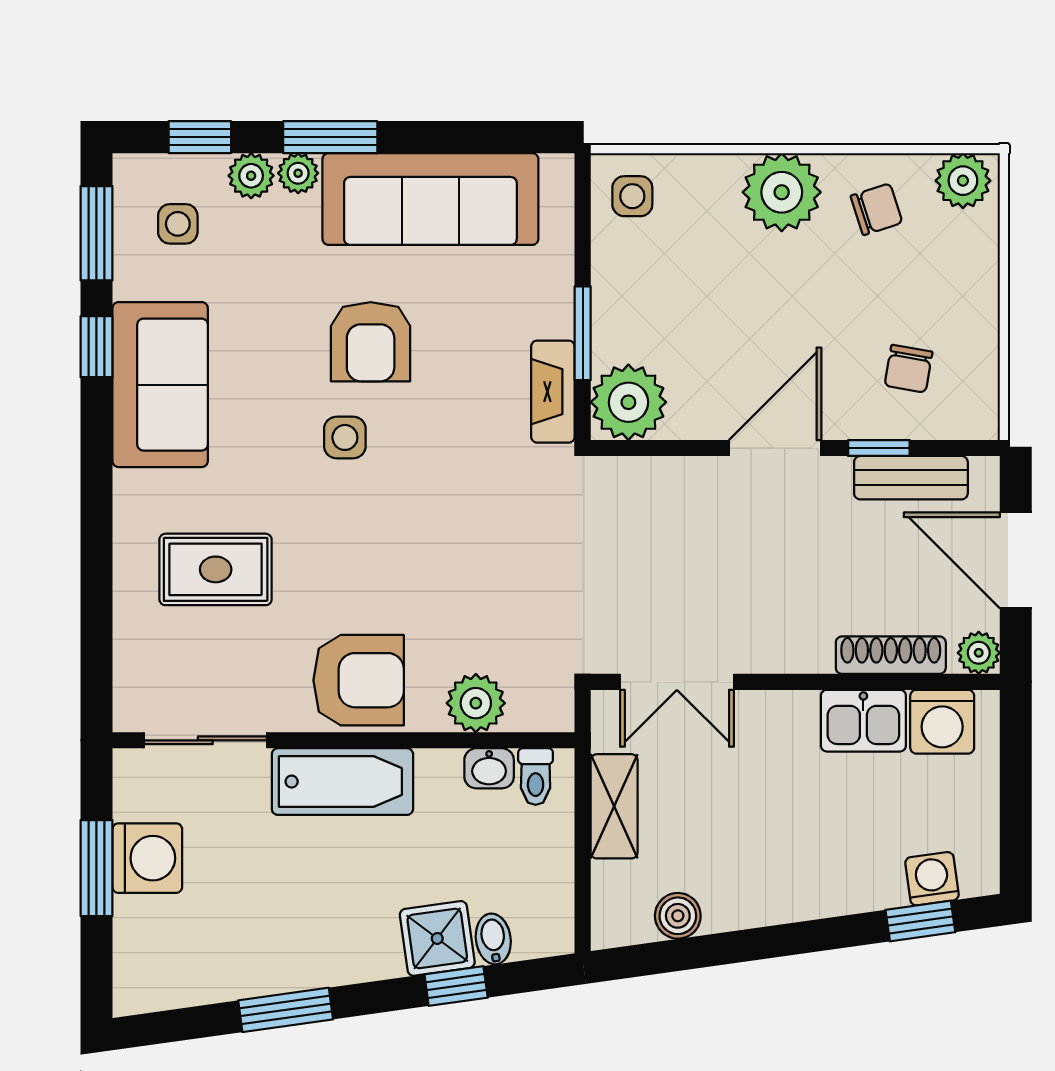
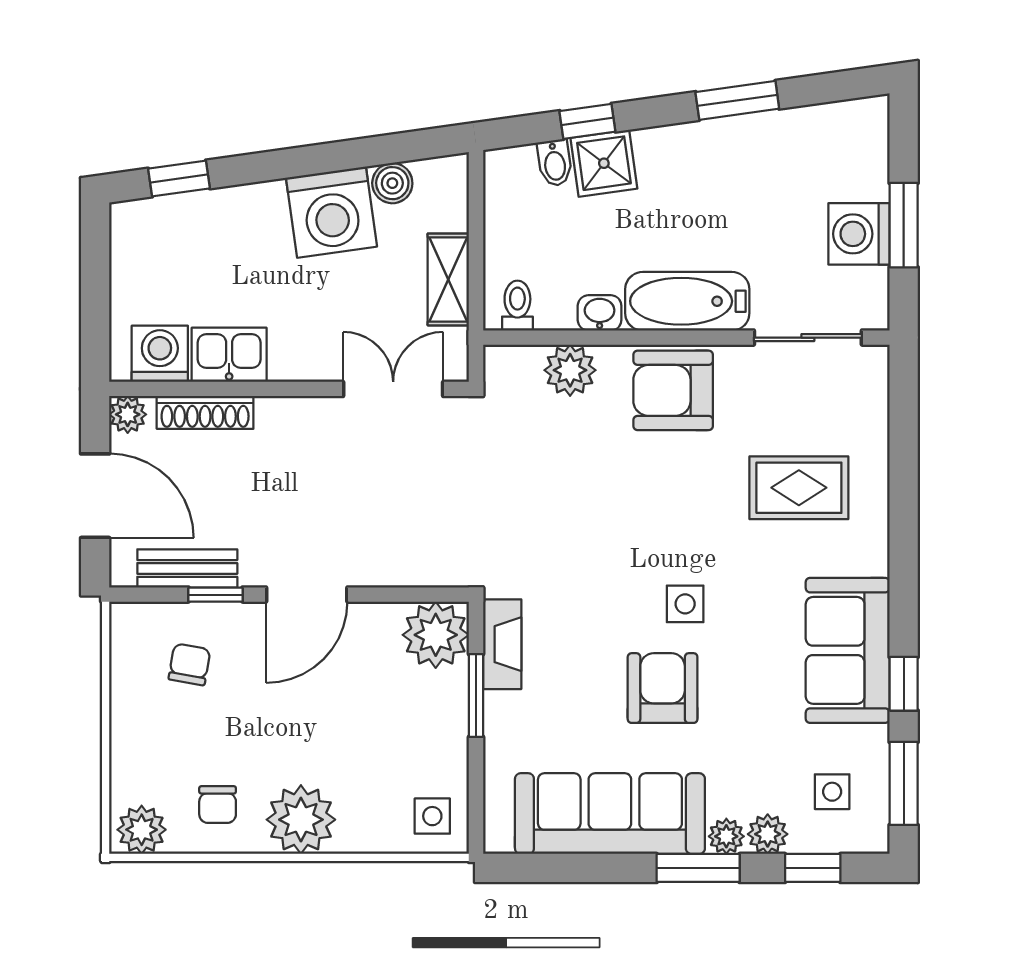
chair: (877, 209) -> (218, 805), turned -72
washbasin: (489, 768) -> (600, 313), moved
washing machine: (932, 879) -> (331, 212), moved, width x1.89, depth x1.89

